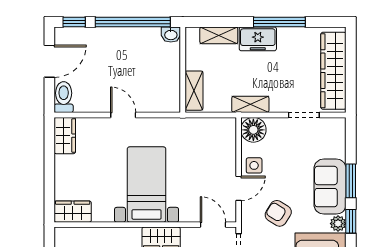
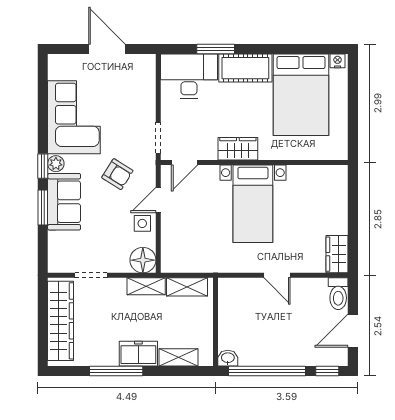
shelving: (194, 91) -> (187, 287), moved, turned 90
wardrobe: (73, 212) -> (329, 176), removed
door: (213, 225) -> (184, 162), hinge flipped

